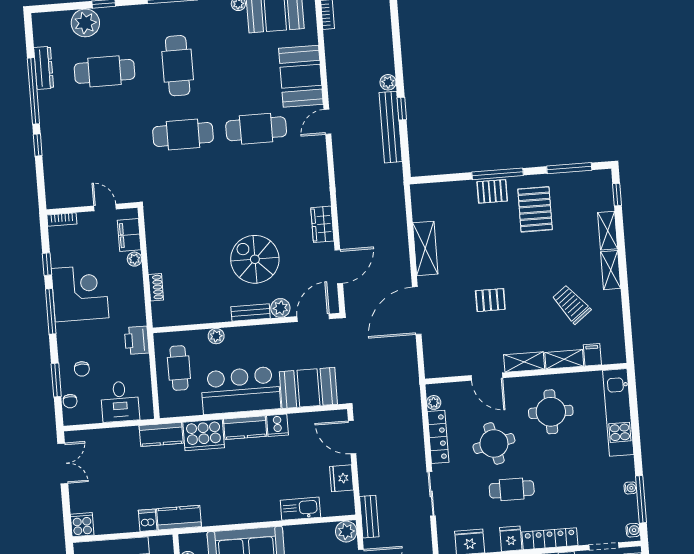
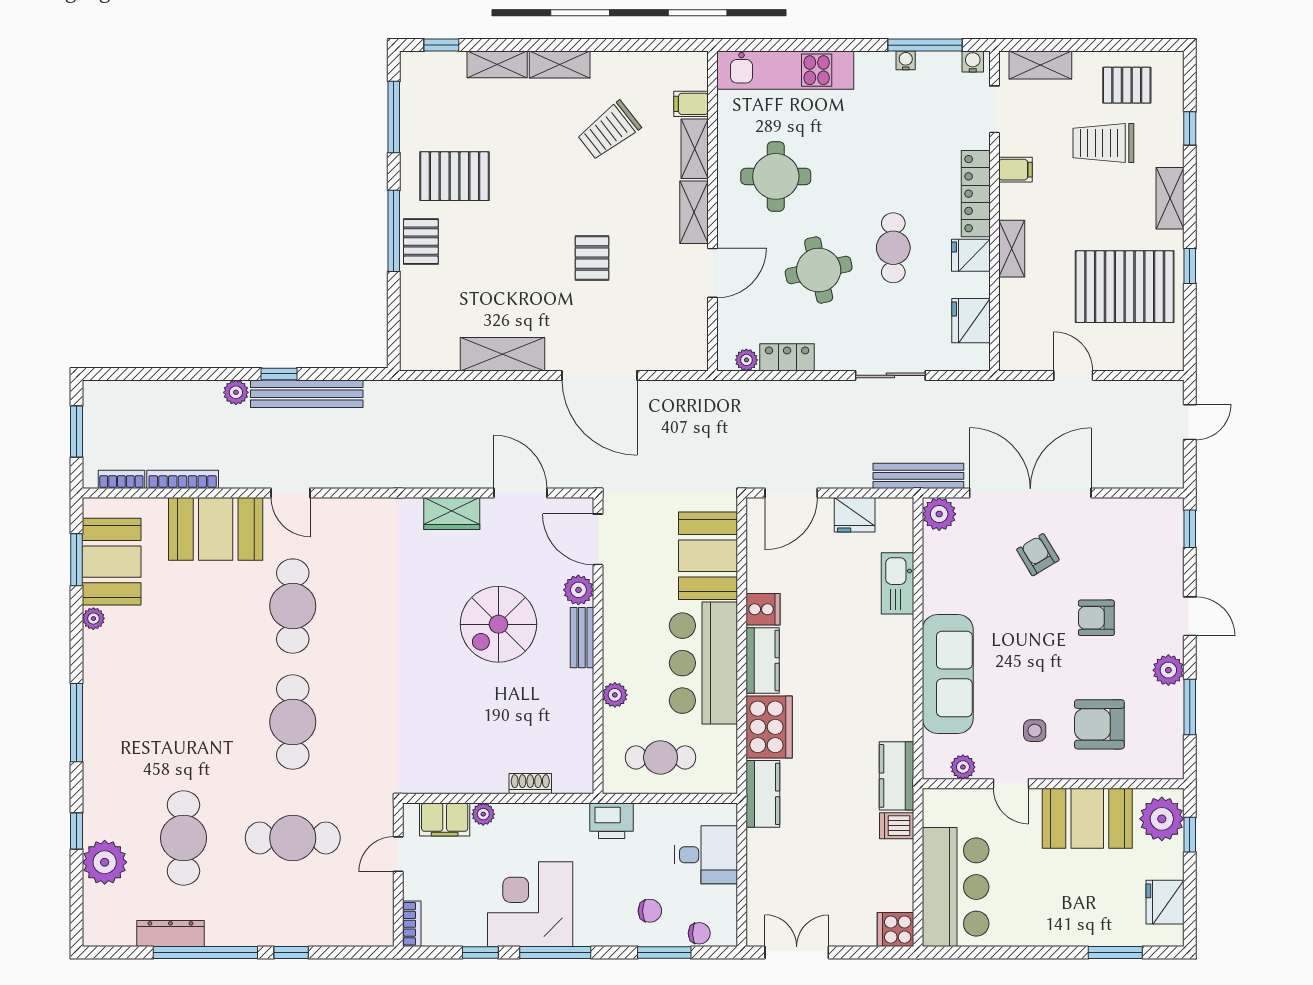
bookcase: (330, 53) -> (183, 479), added
cafe table: (178, 66) -> (293, 838), moved
locker: (438, 437) -> (787, 357), width x0.66
bench: (369, 517) -> (918, 476), width x1.36

